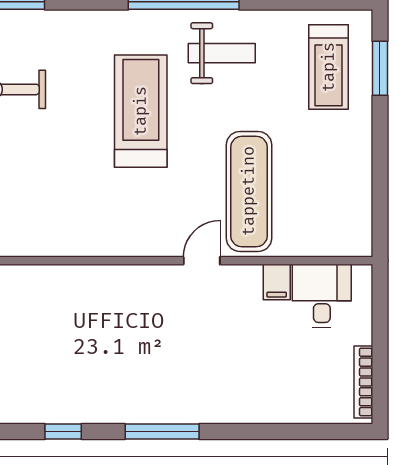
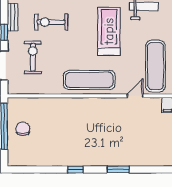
exercise mat: (95, 224) -> (89, 80), added
window: (162, 431) -> (118, 169), width x0.69

